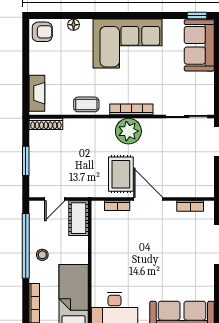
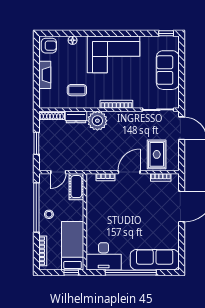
sofa: (199, 45) -> (168, 70), moved
fireplace: (37, 93) -> (45, 75), moved
coffee table: (86, 104) -> (77, 90), moved
dresser: (78, 126) -> (76, 117), added
plant: (128, 131) -> (97, 121), moved
rug: (121, 174) -> (157, 154), moved
door: (148, 199) -> (129, 172), hinge flipped

